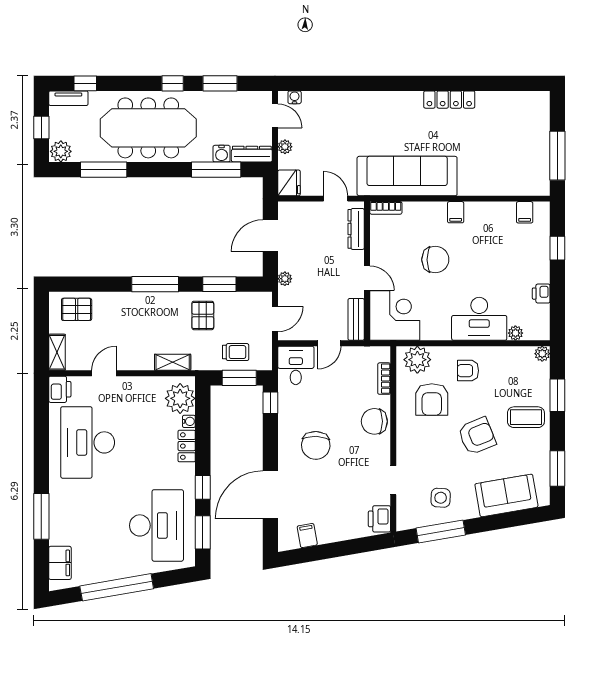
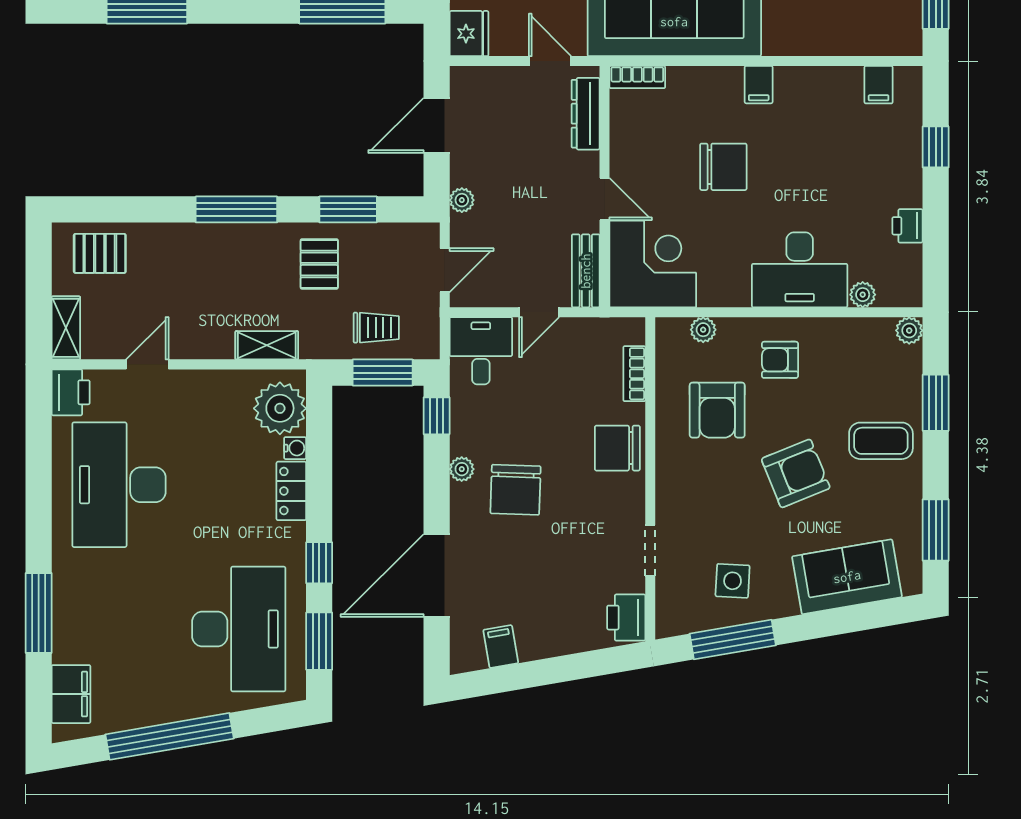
plant: (417, 360) -> (703, 330), width x0.53, depth x0.53
plant: (285, 433) -> (462, 469), added

